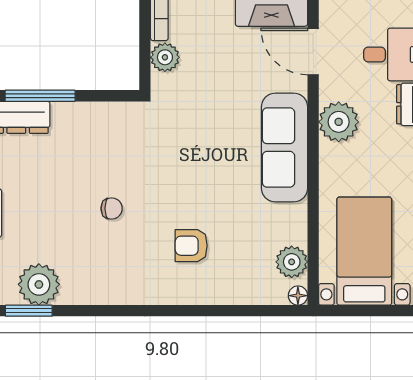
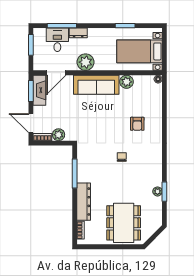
window: (40, 96) -> (75, 173), moved
plant: (292, 262) -> (127, 82), moved
plant: (39, 284) -> (158, 191), width x0.53, depth x0.53

